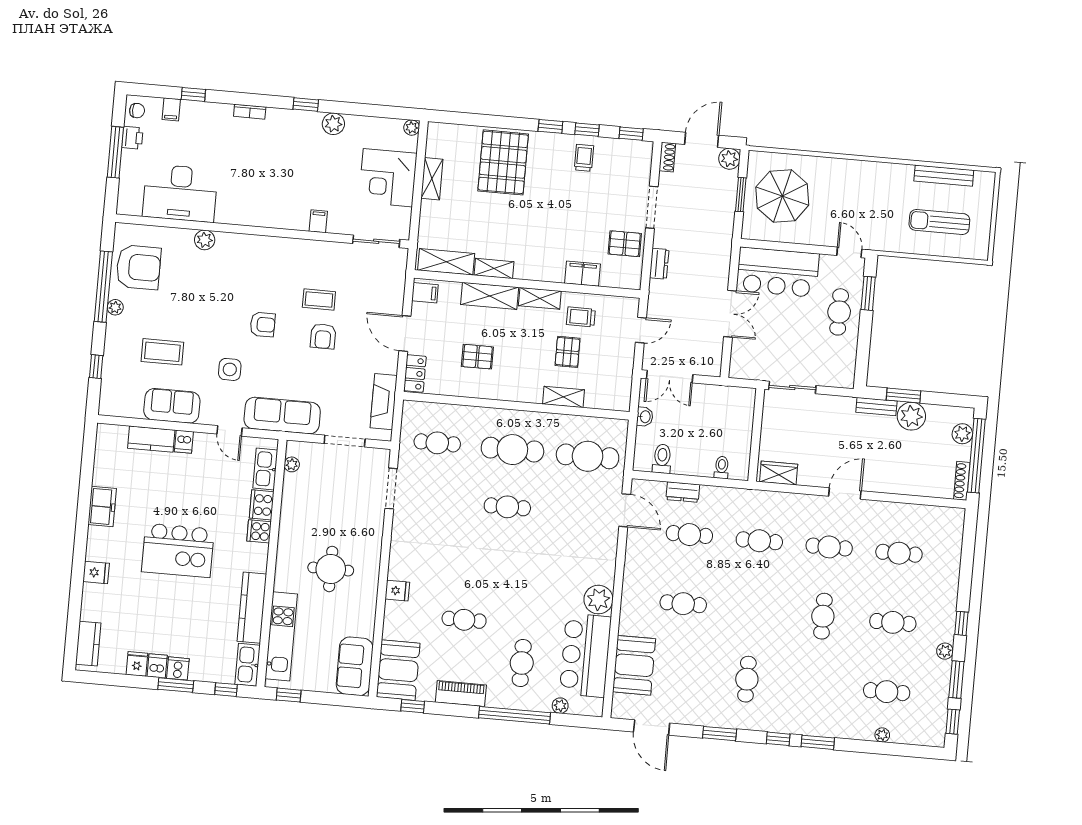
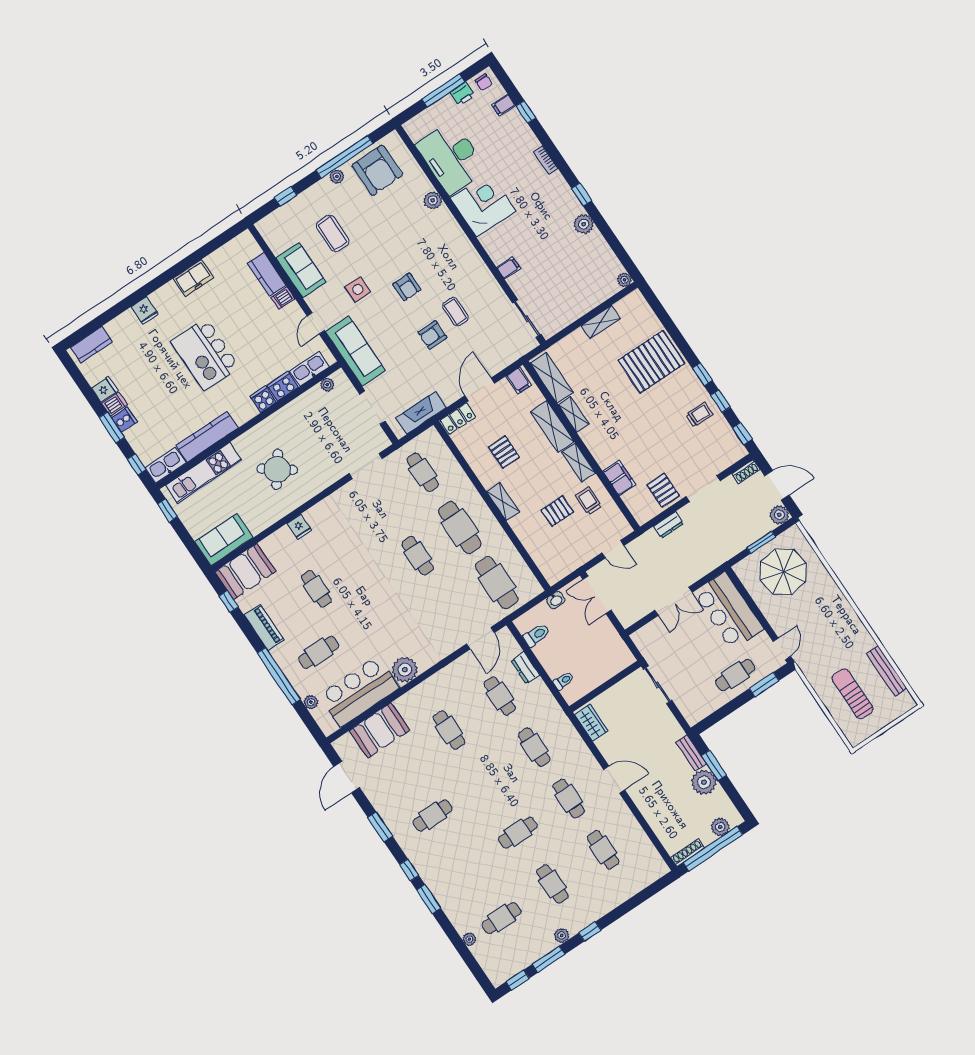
corner desk: (388, 178) -> (483, 205), moved, turned 90
shelving: (563, 397) -> (503, 502), moved
round table: (331, 569) -> (277, 469), turned 36
cafe table: (887, 692) -> (502, 918), turned 90

